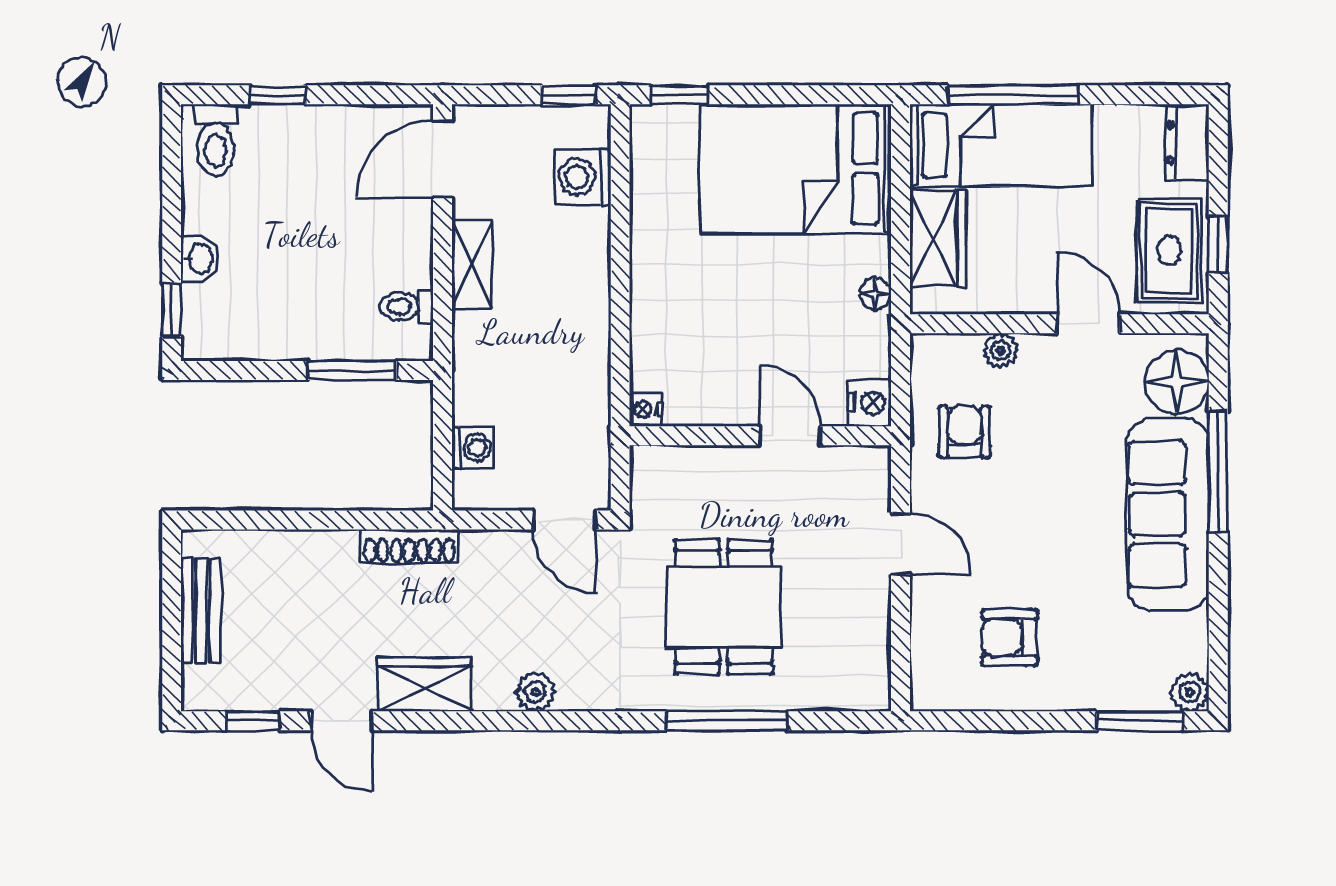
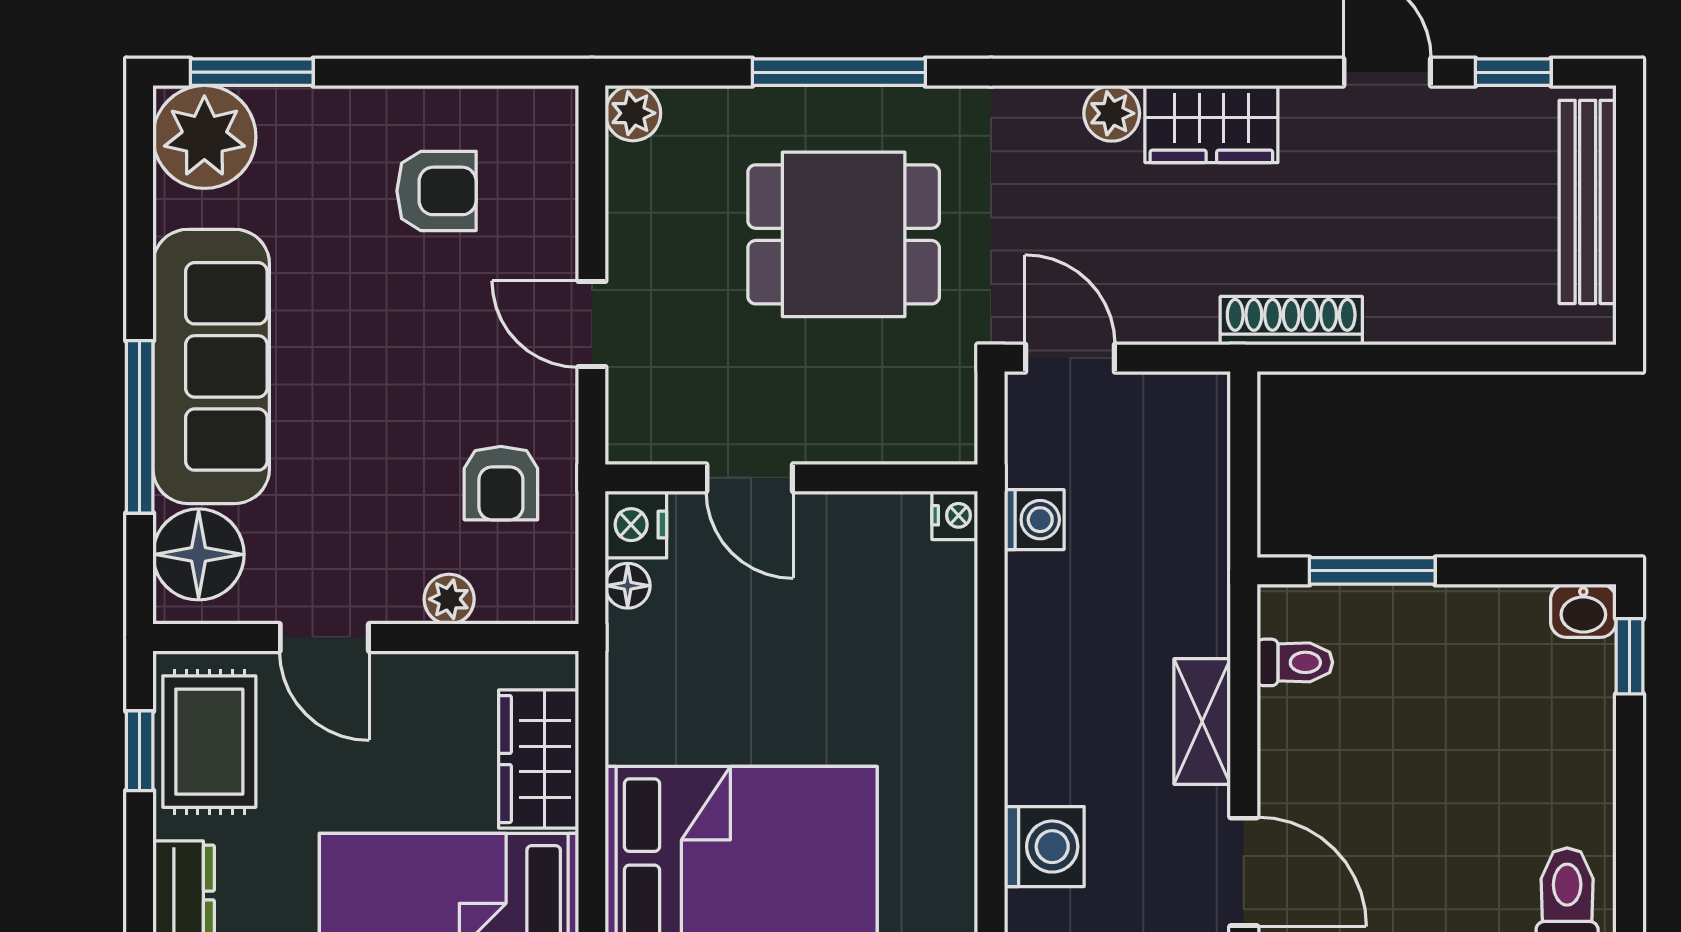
door: (443, 159) -> (1244, 872), hinge flipped
washbasin: (200, 259) -> (1583, 611), moved, turned -90
floor lamp: (875, 294) -> (628, 586), moved
washing machine: (473, 448) -> (1034, 520), moved, turned 180
dining table: (724, 607) -> (844, 234), turned 90
bench: (201, 611) -> (1588, 202), width x1.36
wardrobe: (424, 684) -> (1211, 124), moved
plant: (872, 692) -> (633, 113), added
plant: (1190, 692) -> (204, 137), width x1.87, depth x1.87

